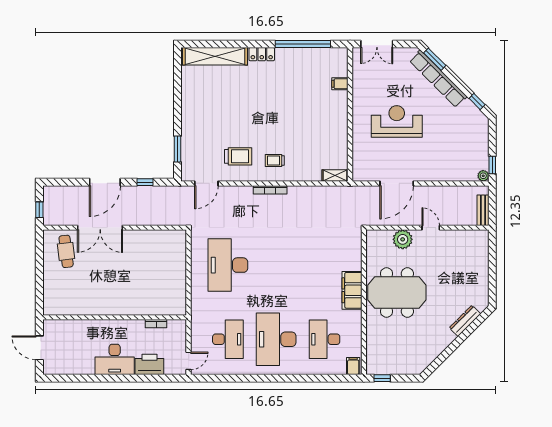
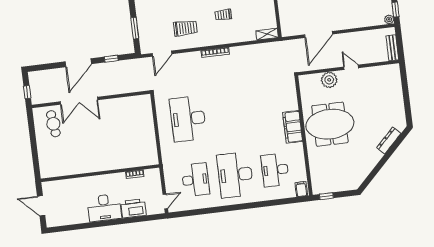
trolley: (275, 161) -> (223, 15), moved

